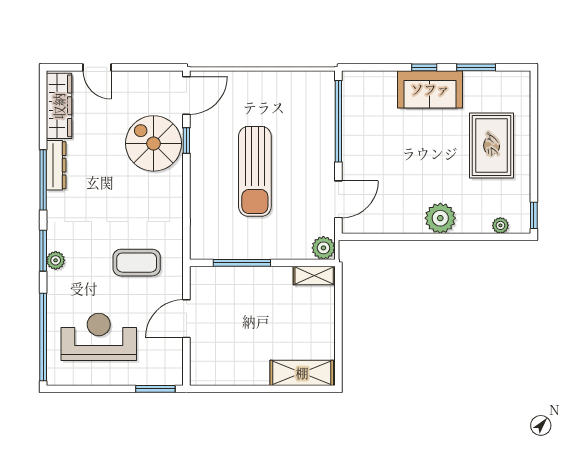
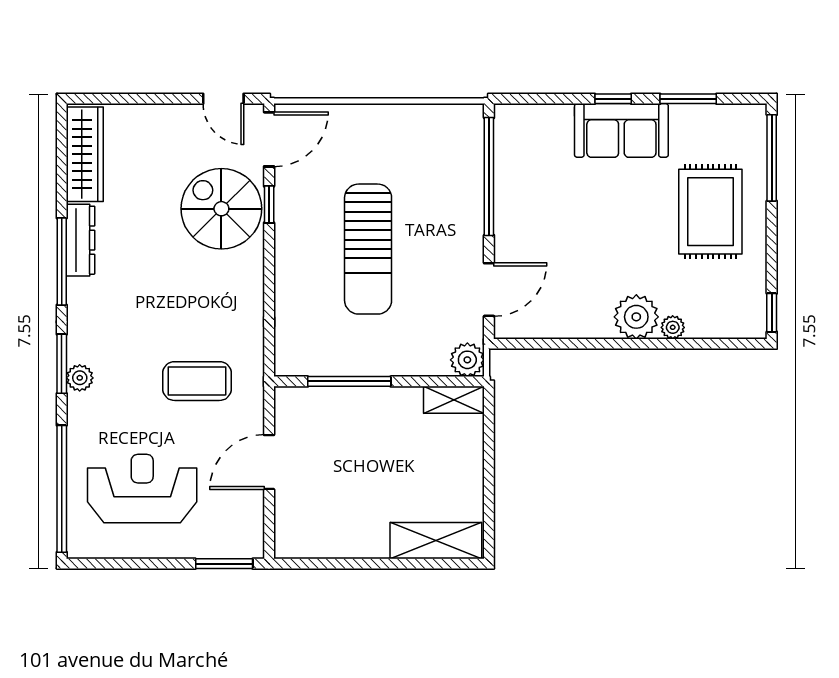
door: (97, 67) -> (223, 99), moved
window: (534, 108) -> (772, 158), added
plant: (500, 225) -> (673, 327), moved

